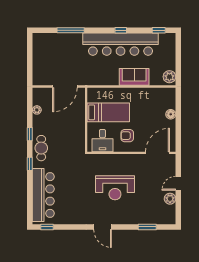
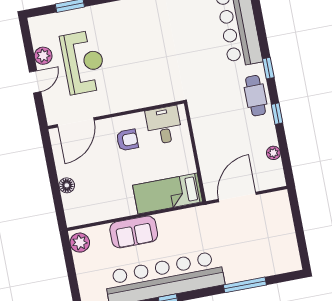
bed: (108, 112) -> (168, 194), moved
reception desk: (115, 188) -> (83, 62), moved, turned 90

